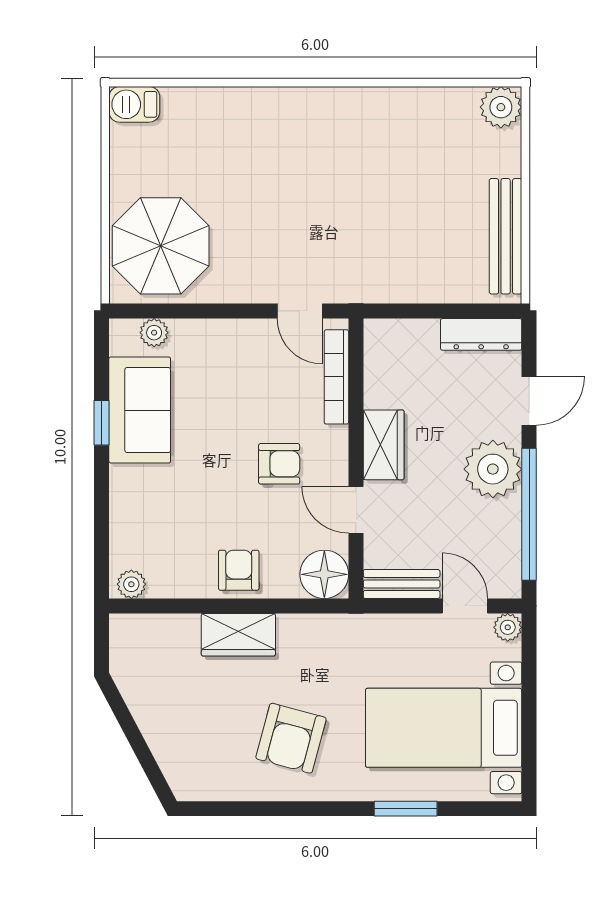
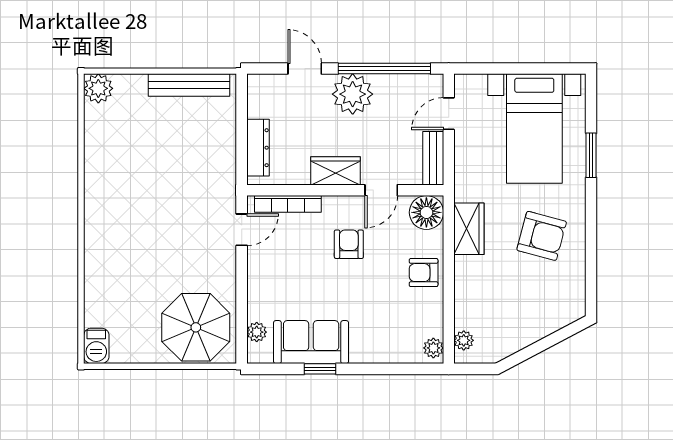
dresser: (481, 334) -> (258, 148), moved
plant: (508, 627) -> (464, 340), moved
wardrobe: (238, 635) -> (469, 229), moved

